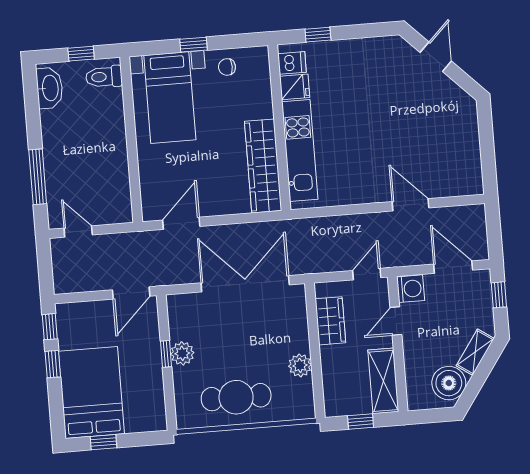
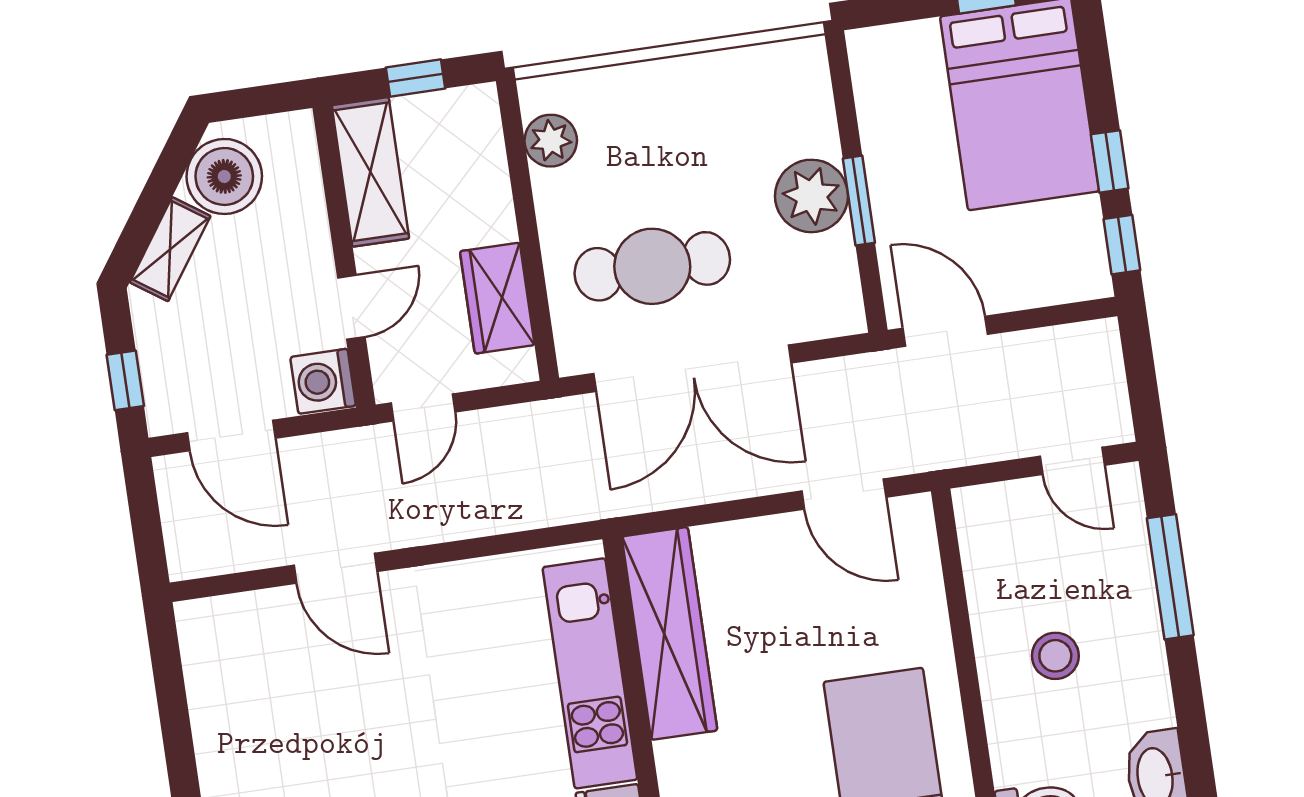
stool: (91, 145) -> (1055, 656), added
door: (181, 223) -> (844, 494), hinge flipped
door: (131, 293) -> (945, 331), hinge flipped
plant: (182, 353) -> (812, 196), width x1.36, depth x1.36
window: (166, 354) -> (859, 201), width x1.50
plant: (300, 365) -> (551, 141), moved
cafe table: (236, 397) -> (652, 266), moved

